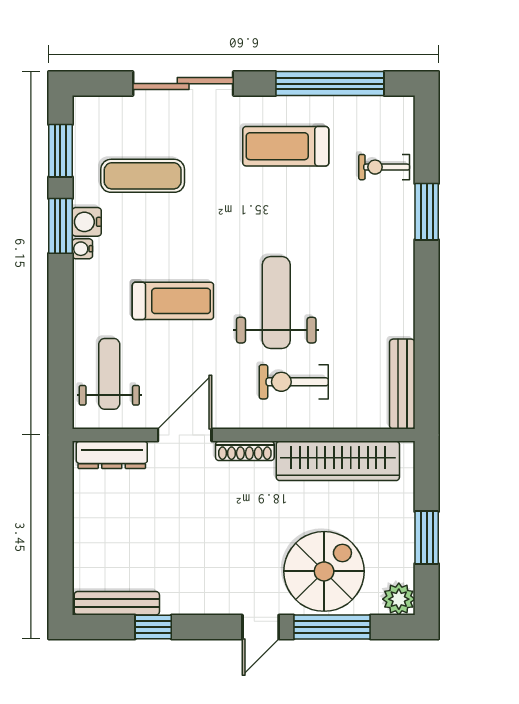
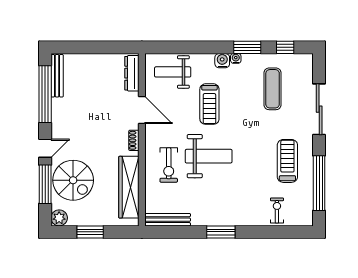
window: (60, 151) -> (285, 47), width x0.67
window: (427, 212) -> (221, 232), moved
water cooler: (87, 222) -> (222, 61), moved
weight bench: (109, 374) -> (173, 72), turned 180
exercise bike: (294, 382) -> (169, 165), turned 180
shoe rack: (245, 451) -> (134, 140), width x0.70
window: (153, 627) -> (45, 94), width x3.17
door: (261, 627) -> (45, 148), swing flipped

